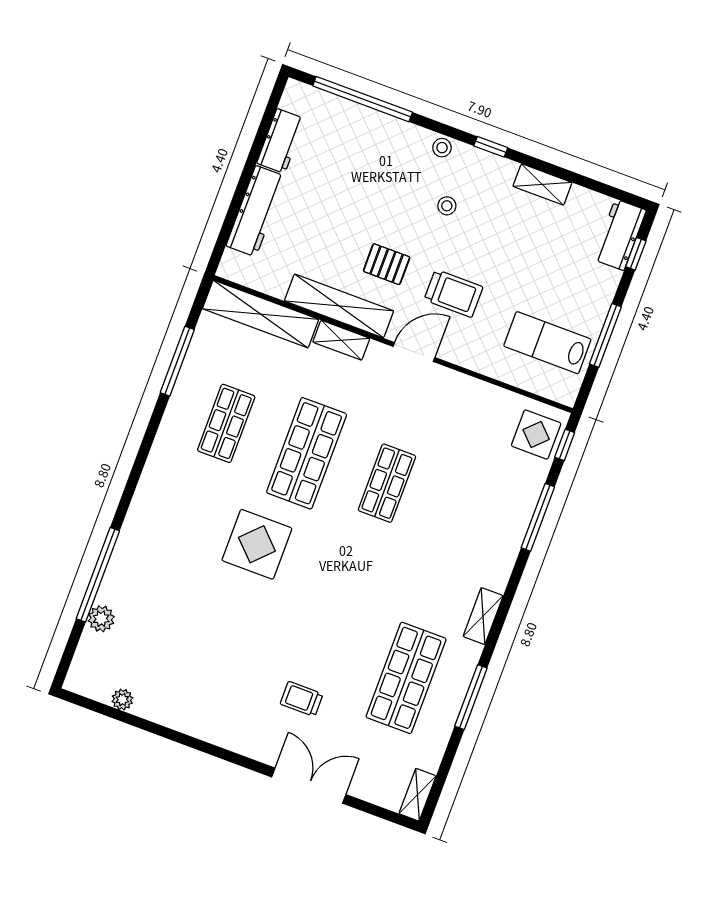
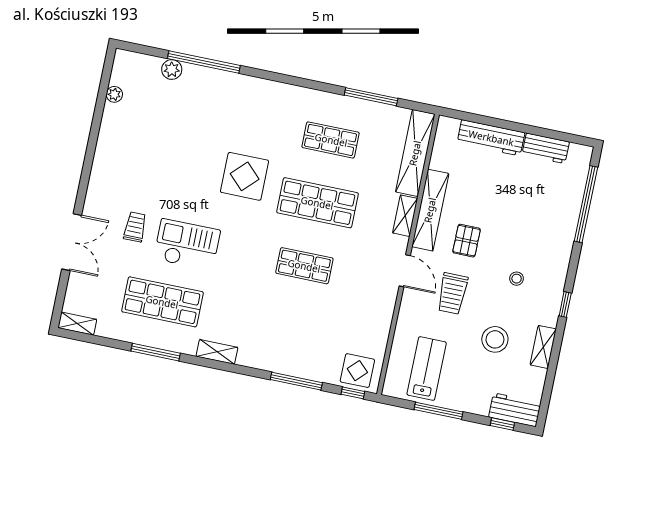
stool: (442, 148) -> (495, 339), moved, width x1.89, depth x1.89
checkout: (336, 634) -> (187, 245), added

